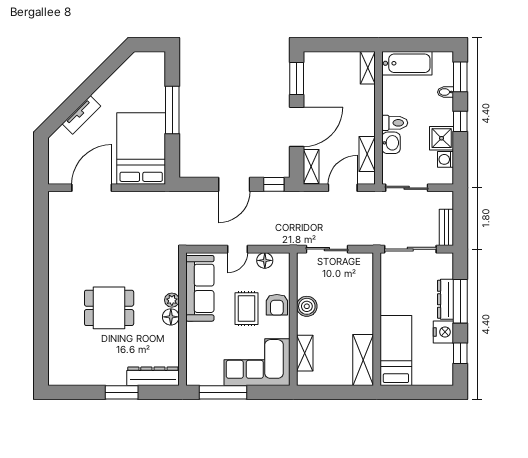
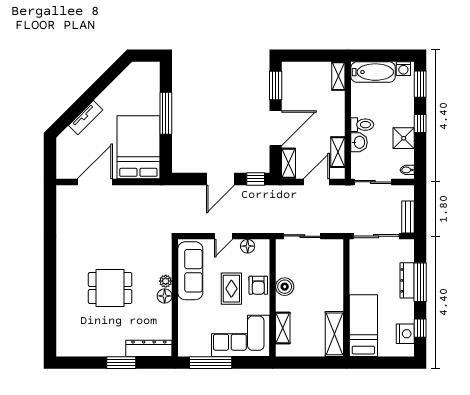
bidet: (446, 92) -> (407, 170), moved
washing machine: (446, 159) -> (403, 69), moved, turned -90
nightstand: (443, 332) -> (405, 334), moved

